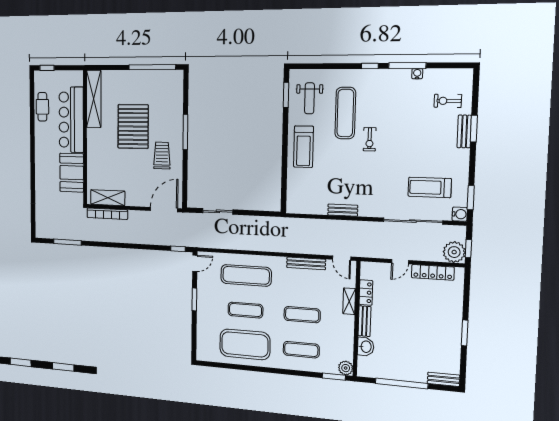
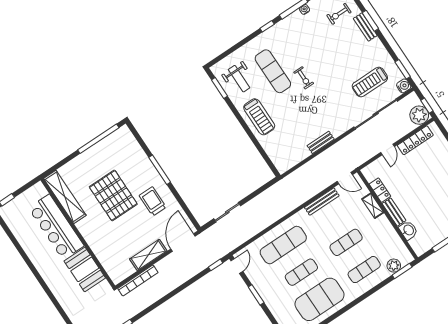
cafe table: (42, 107) -> (23, 234), removed
shelving: (108, 198) -> (148, 255), moved
plant: (346, 368) -> (394, 266), moved

